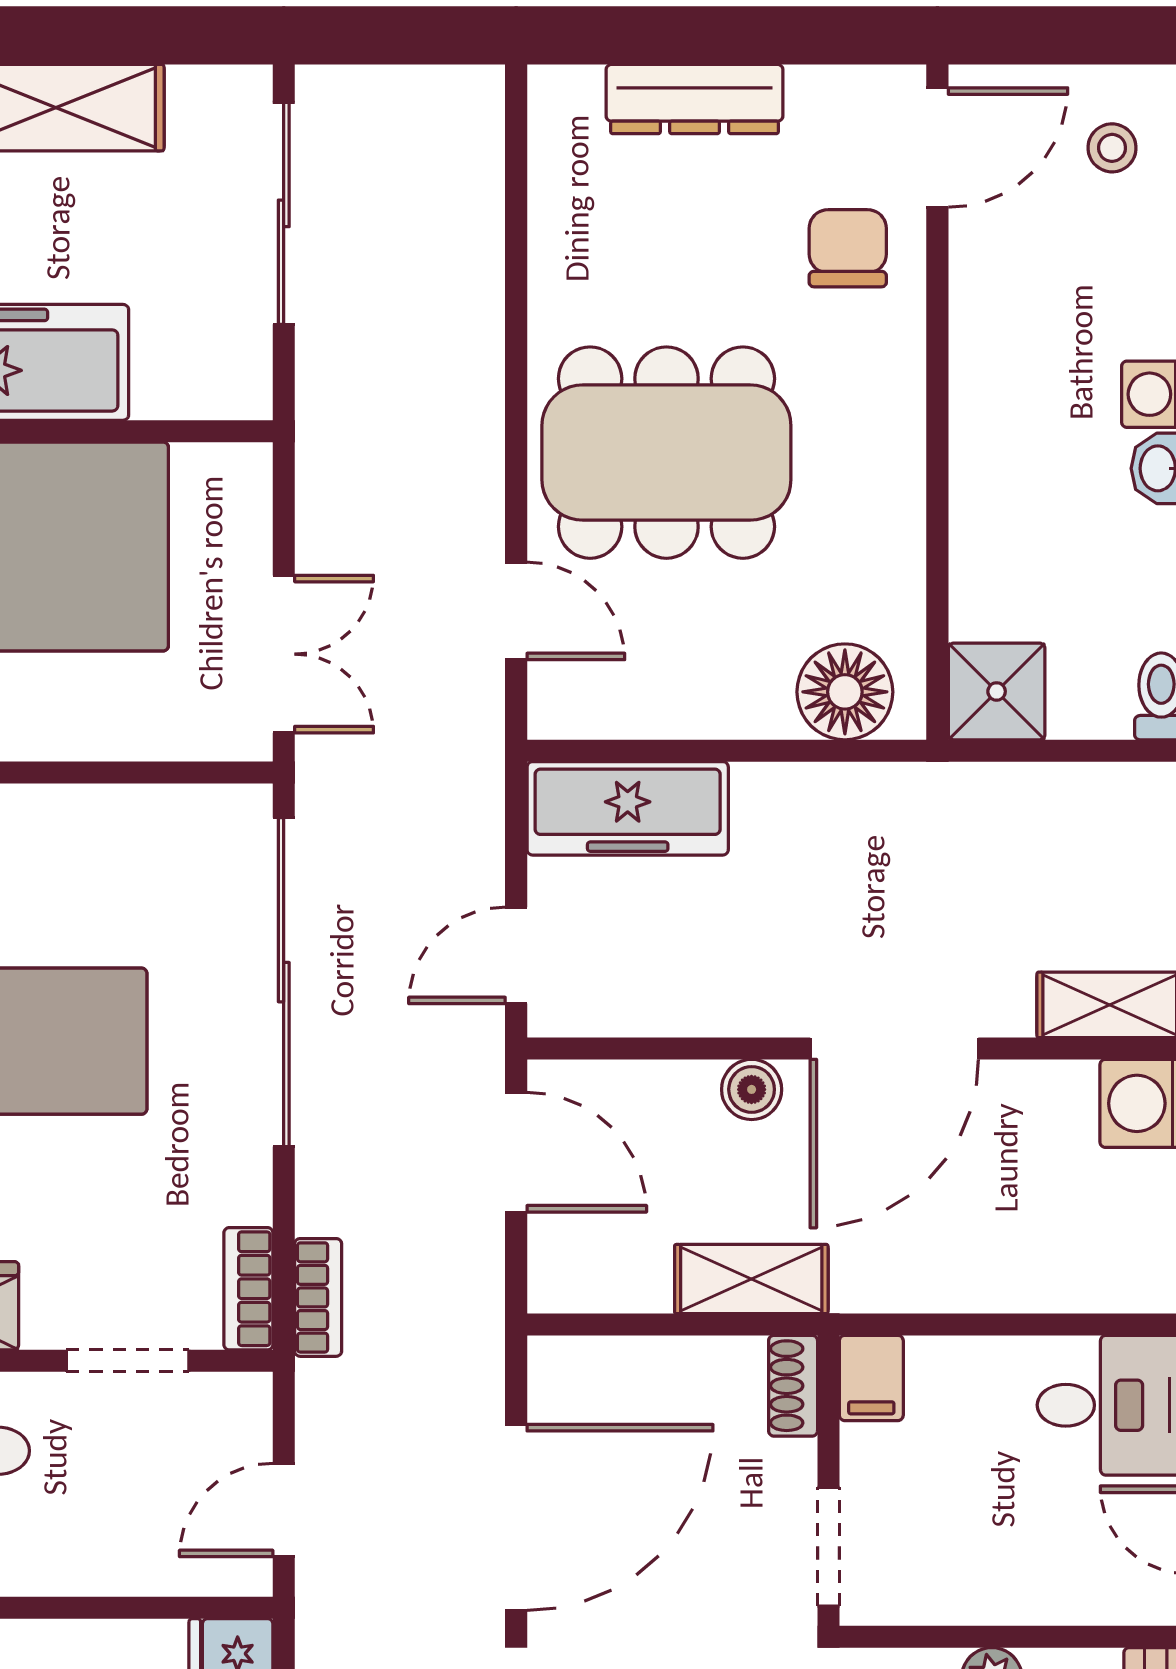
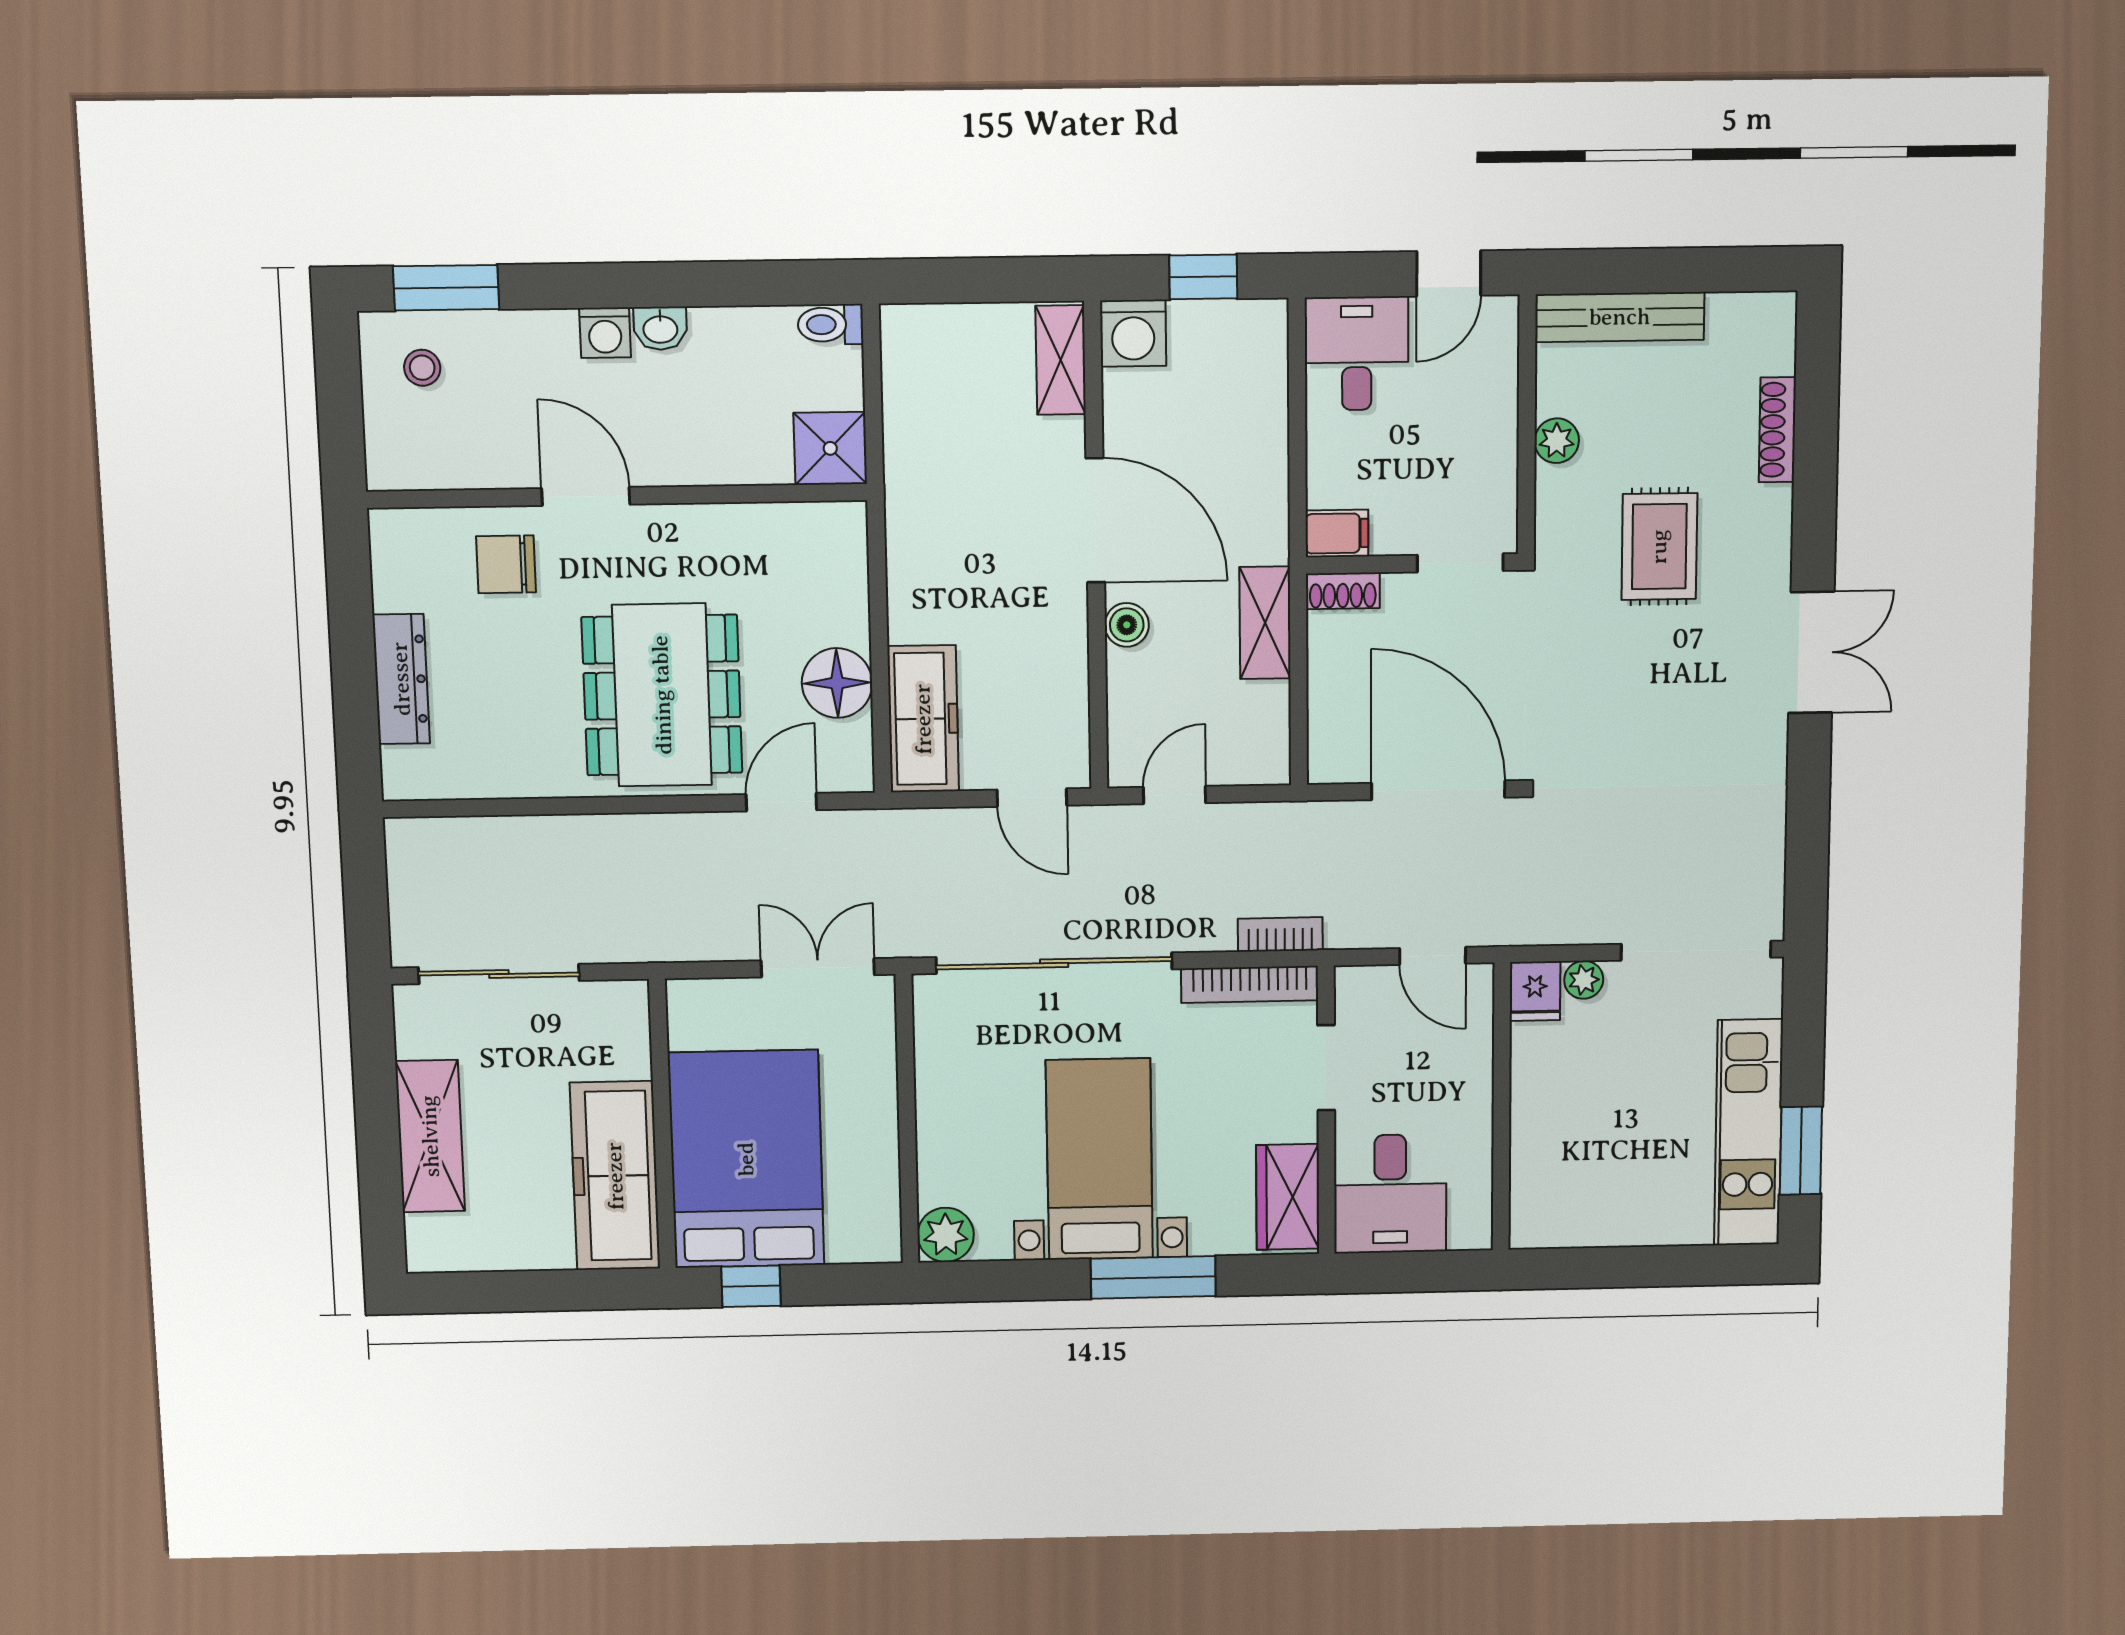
door: (937, 148) -> (586, 496), moved
floor lamp: (845, 692) -> (837, 683), moved
door: (516, 1152) -> (1174, 795), width x0.73
bookcase: (248, 1289) -> (1250, 984), width x1.56

